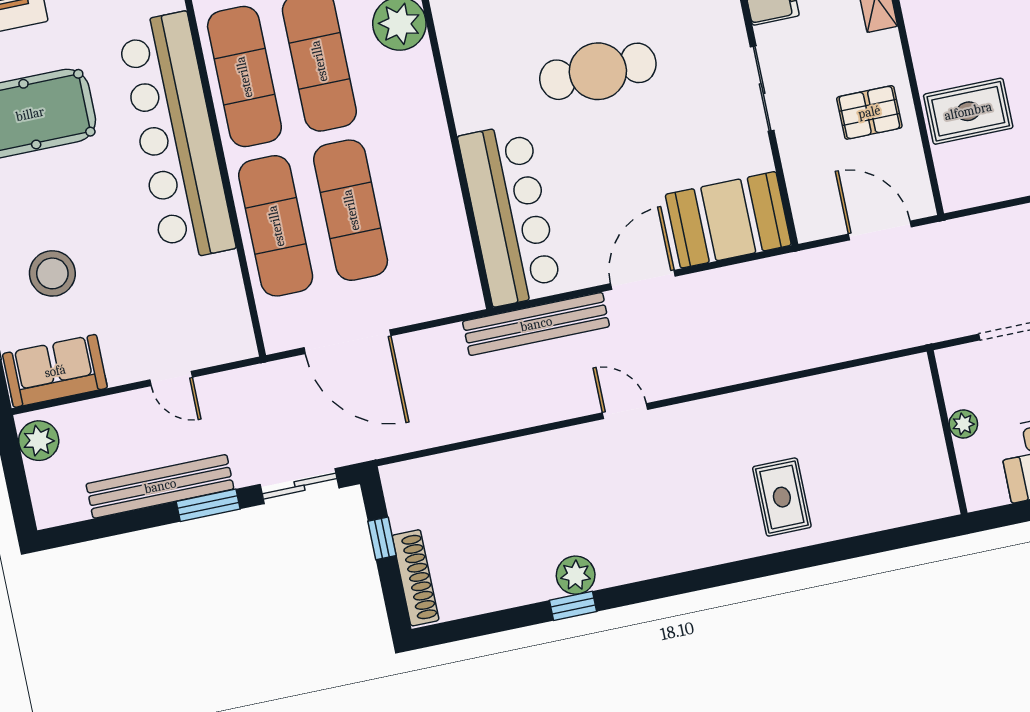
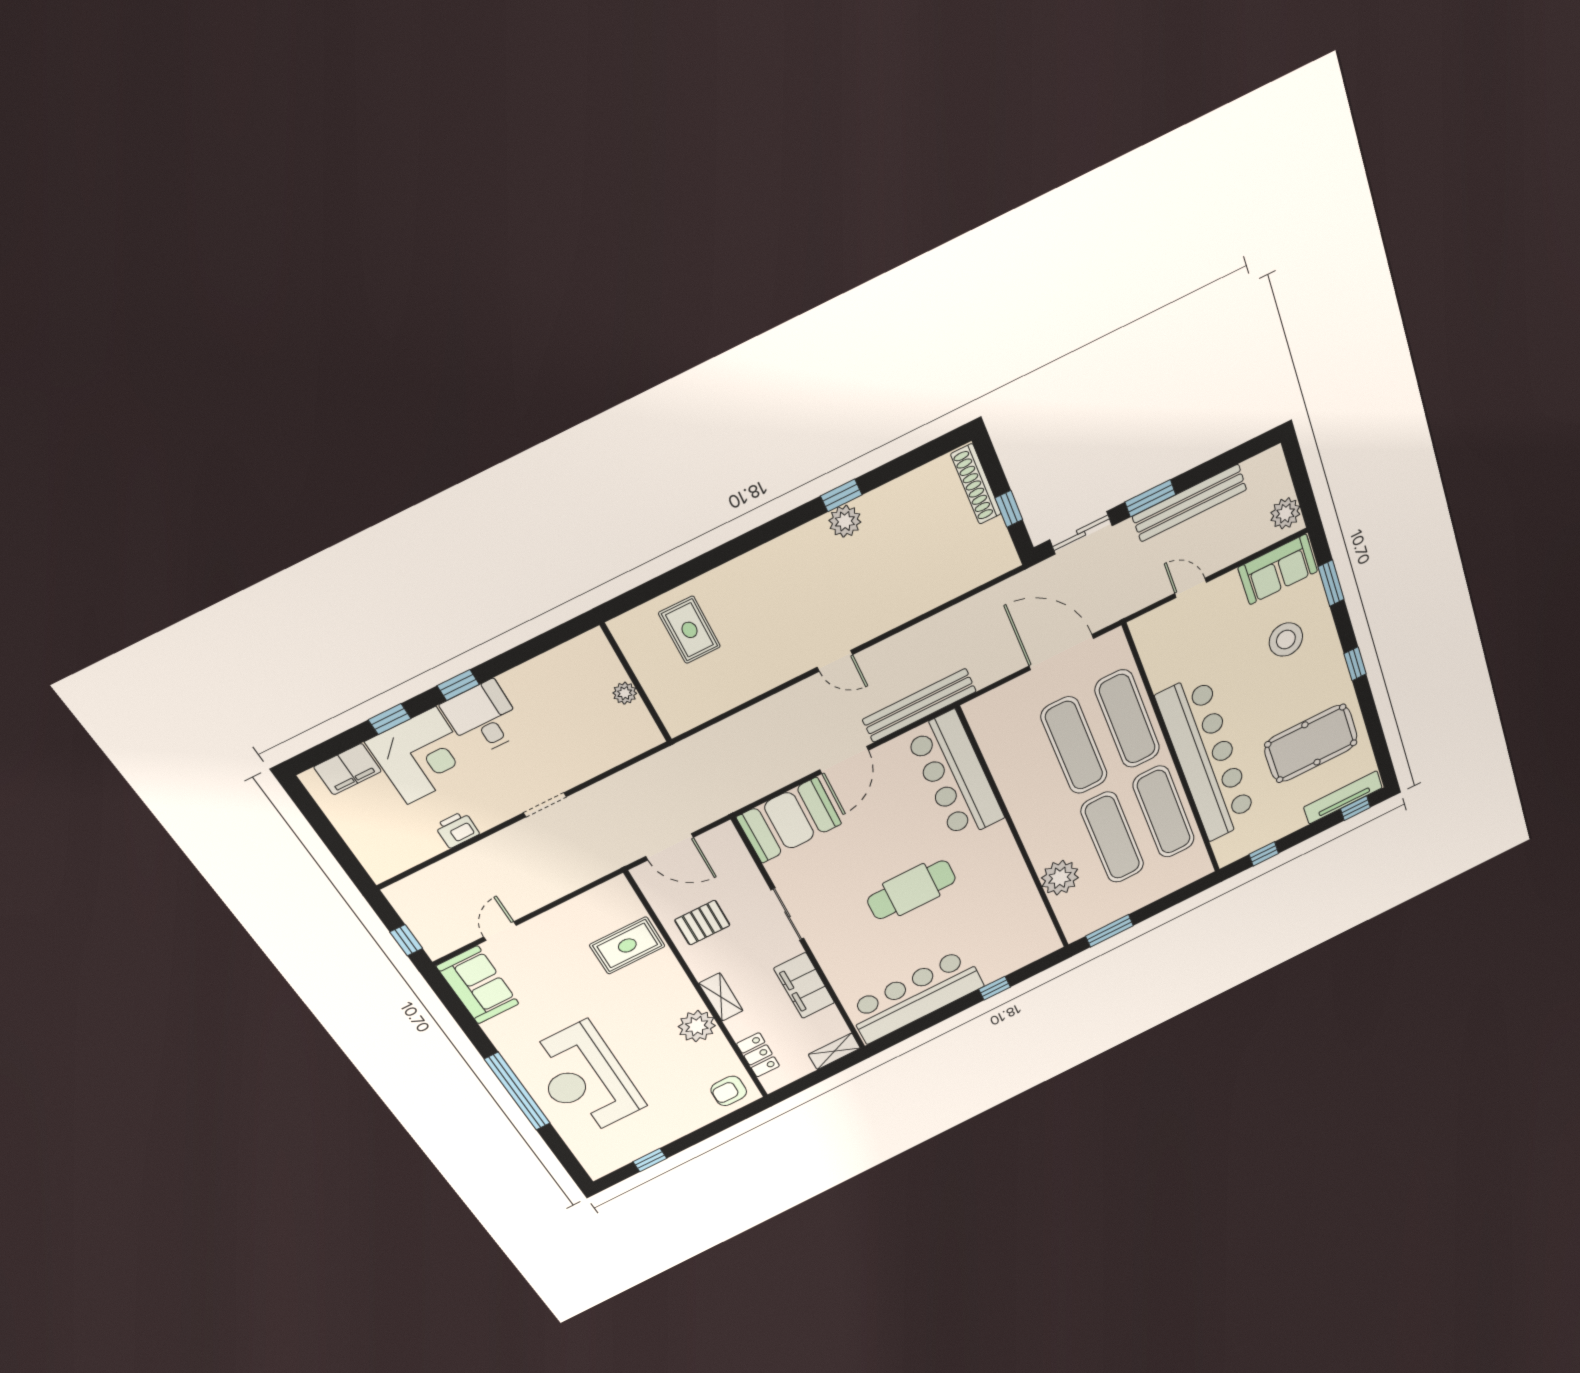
plant: (963, 424) -> (625, 693), moved
wall: (947, 432) -> (636, 683), moved

